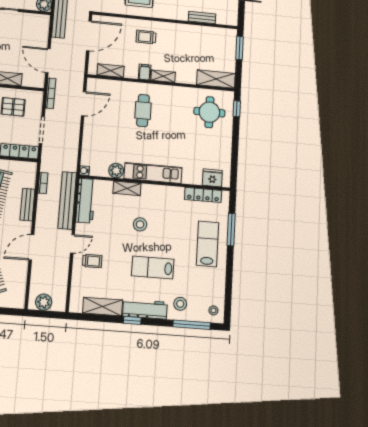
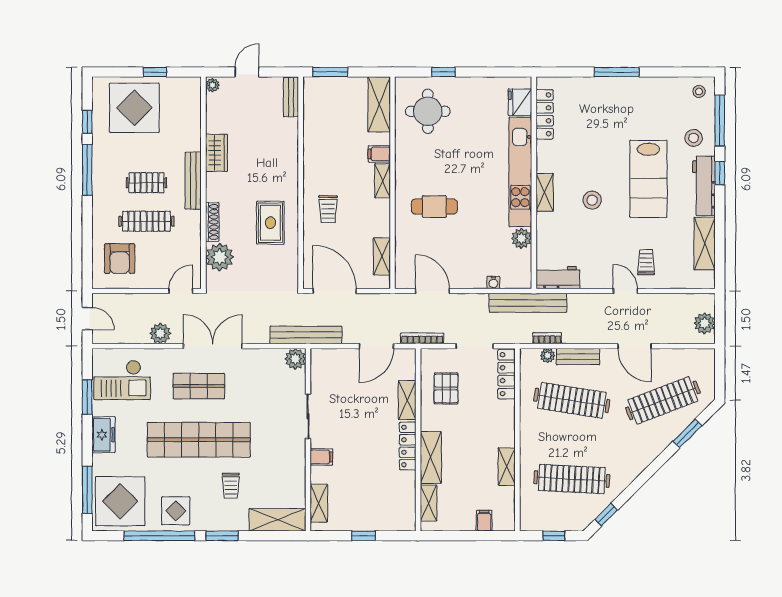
bench: (202, 18) -> (291, 97), moved
filing cabinet: (145, 72) -> (379, 154), moved
window: (237, 109) -> (444, 72), moved
water cooler: (84, 171) -> (493, 283), moved
kitchen unit: (153, 173) -> (520, 172), width x1.36
plant: (30, 182) -> (548, 356), added
shelving: (127, 188) -> (545, 192), moved
bench: (67, 200) -> (528, 303), moved
workbench: (86, 201) -> (558, 278), width x0.73
window: (231, 230) -> (617, 72), moved
lab bench: (208, 244) -> (611, 104), removed
lab bench: (153, 268) -> (648, 179), width x1.36, depth x1.39
window: (132, 320) -> (720, 173), moved

